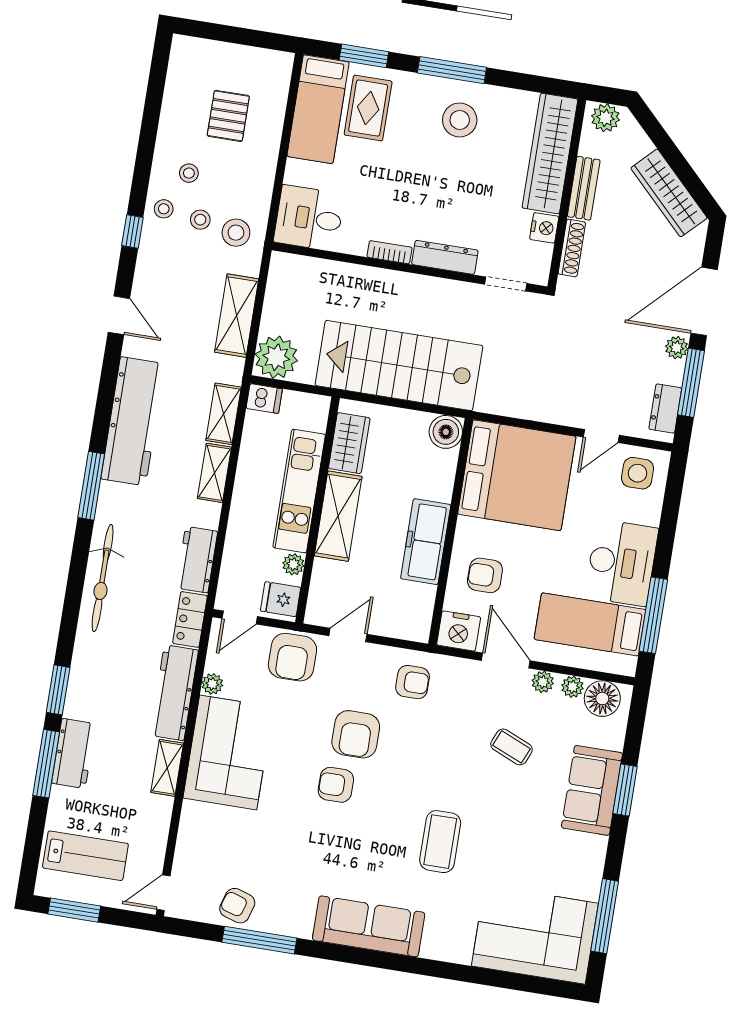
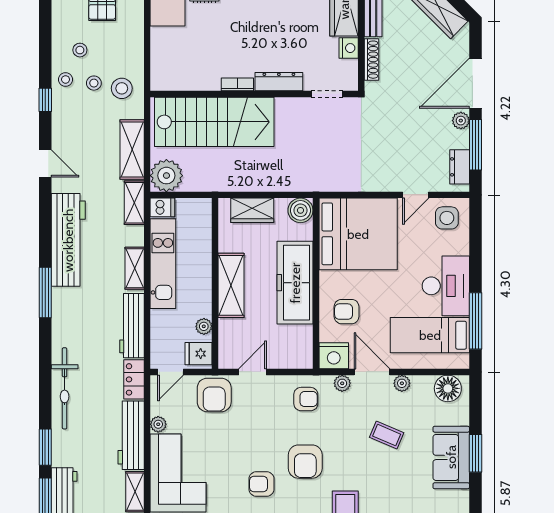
desk: (309, 218) -> (174, 69), removed
stairs: (399, 365) -> (214, 122), moved, turned 180
shelving: (223, 414) -> (134, 203), moved
wardrobe: (349, 443) -> (252, 210), moved, turned 90
kitchen unit: (299, 491) -> (163, 264), moved, turned 180
freezer: (426, 542) -> (295, 283), width x1.36, depth x1.26
workbench: (197, 560) -> (132, 326), width x1.38
bicycle: (103, 578) -> (65, 388), moved
plant: (573, 687) -> (342, 383), moved
armchair: (356, 734) -> (305, 462), moved

